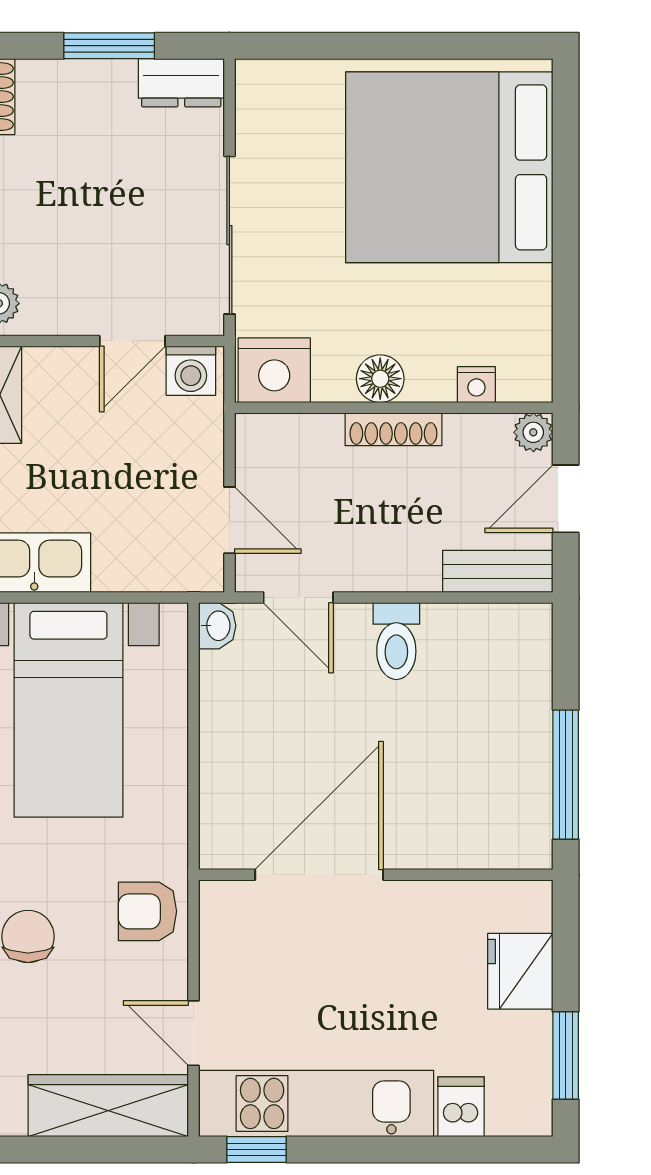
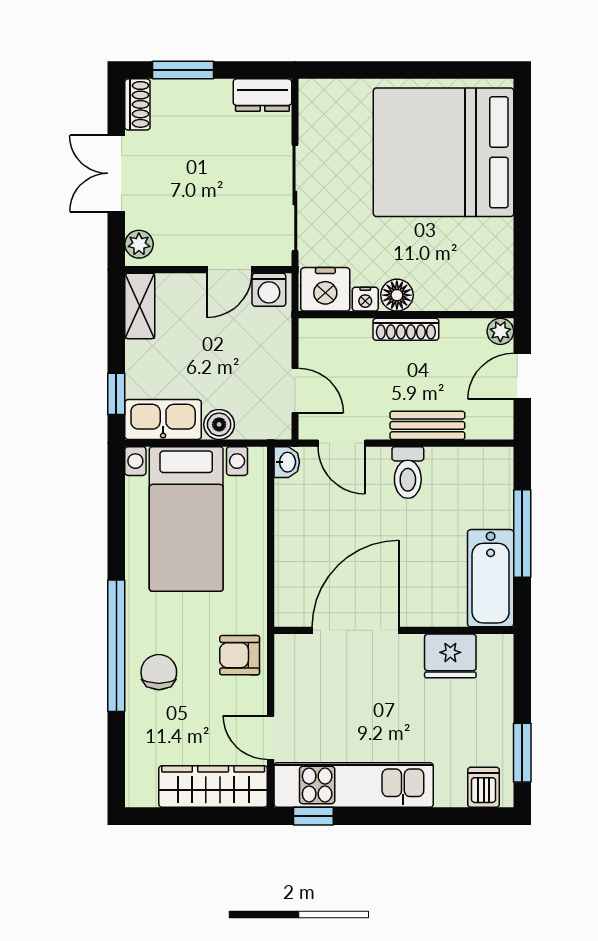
window: (109, 46) -> (183, 70), moved
nightstand: (476, 385) -> (365, 299), moved
boiler: (117, 570) -> (219, 424), added
bench: (498, 571) -> (427, 425), moved
window: (566, 775) -> (522, 534), moved
bathtub: (519, 798) -> (491, 578), added
fridge: (520, 971) -> (450, 656), moved, turned -90
dishwasher: (461, 1107) -> (484, 787), moved

